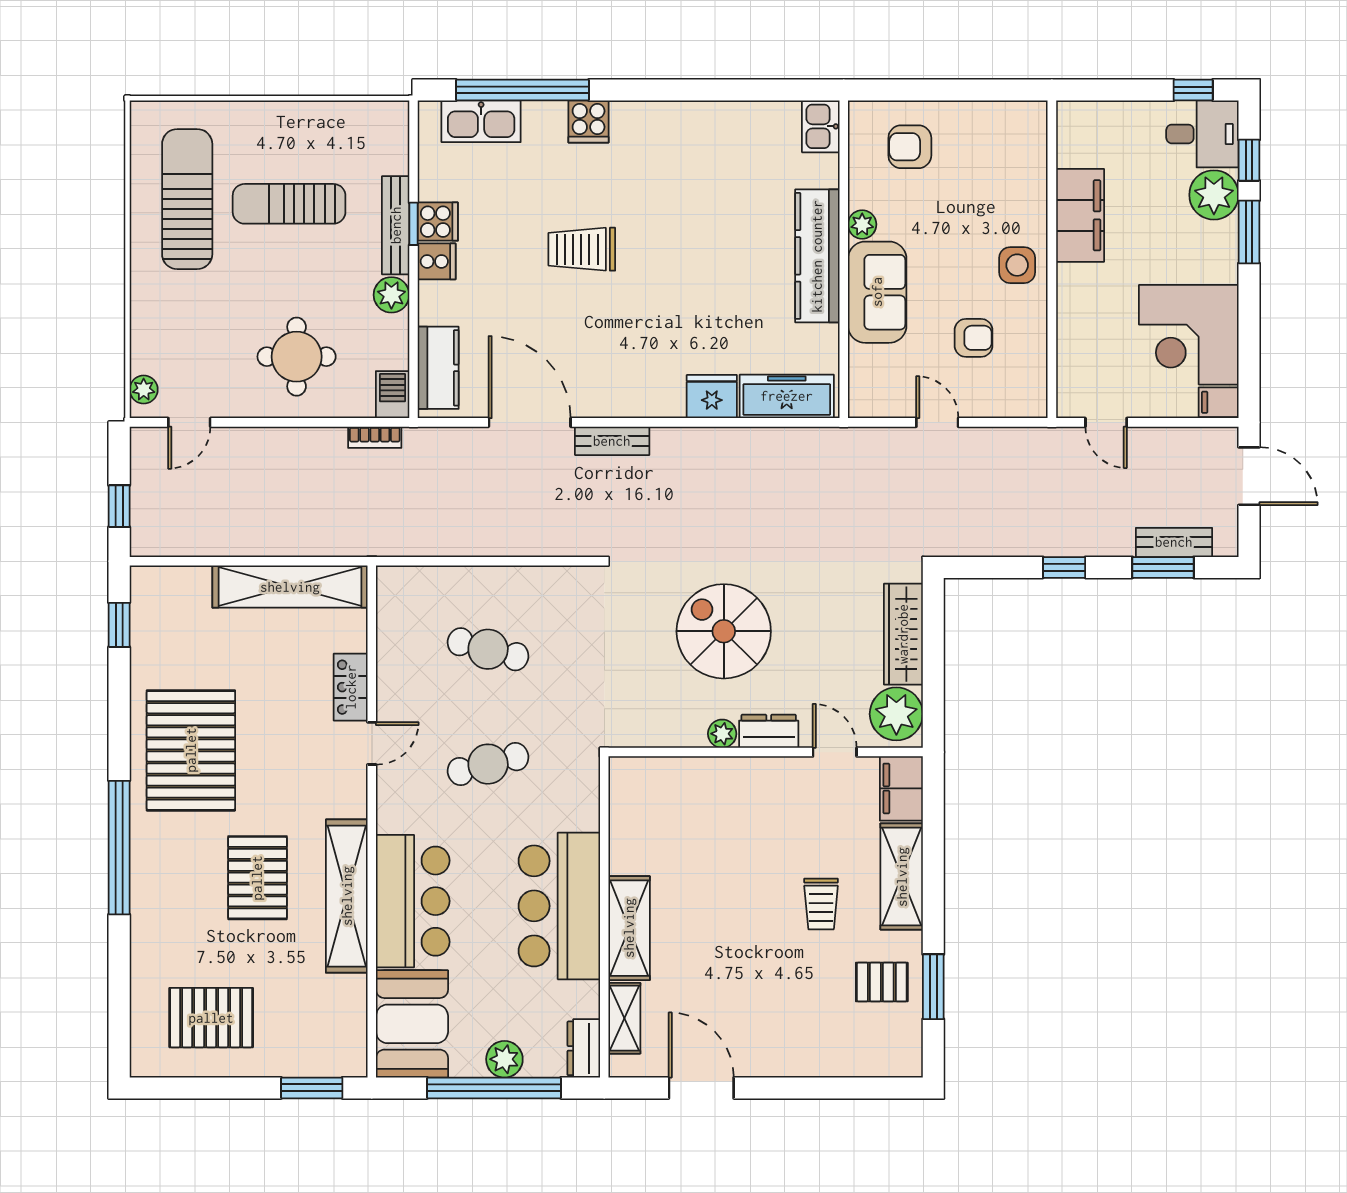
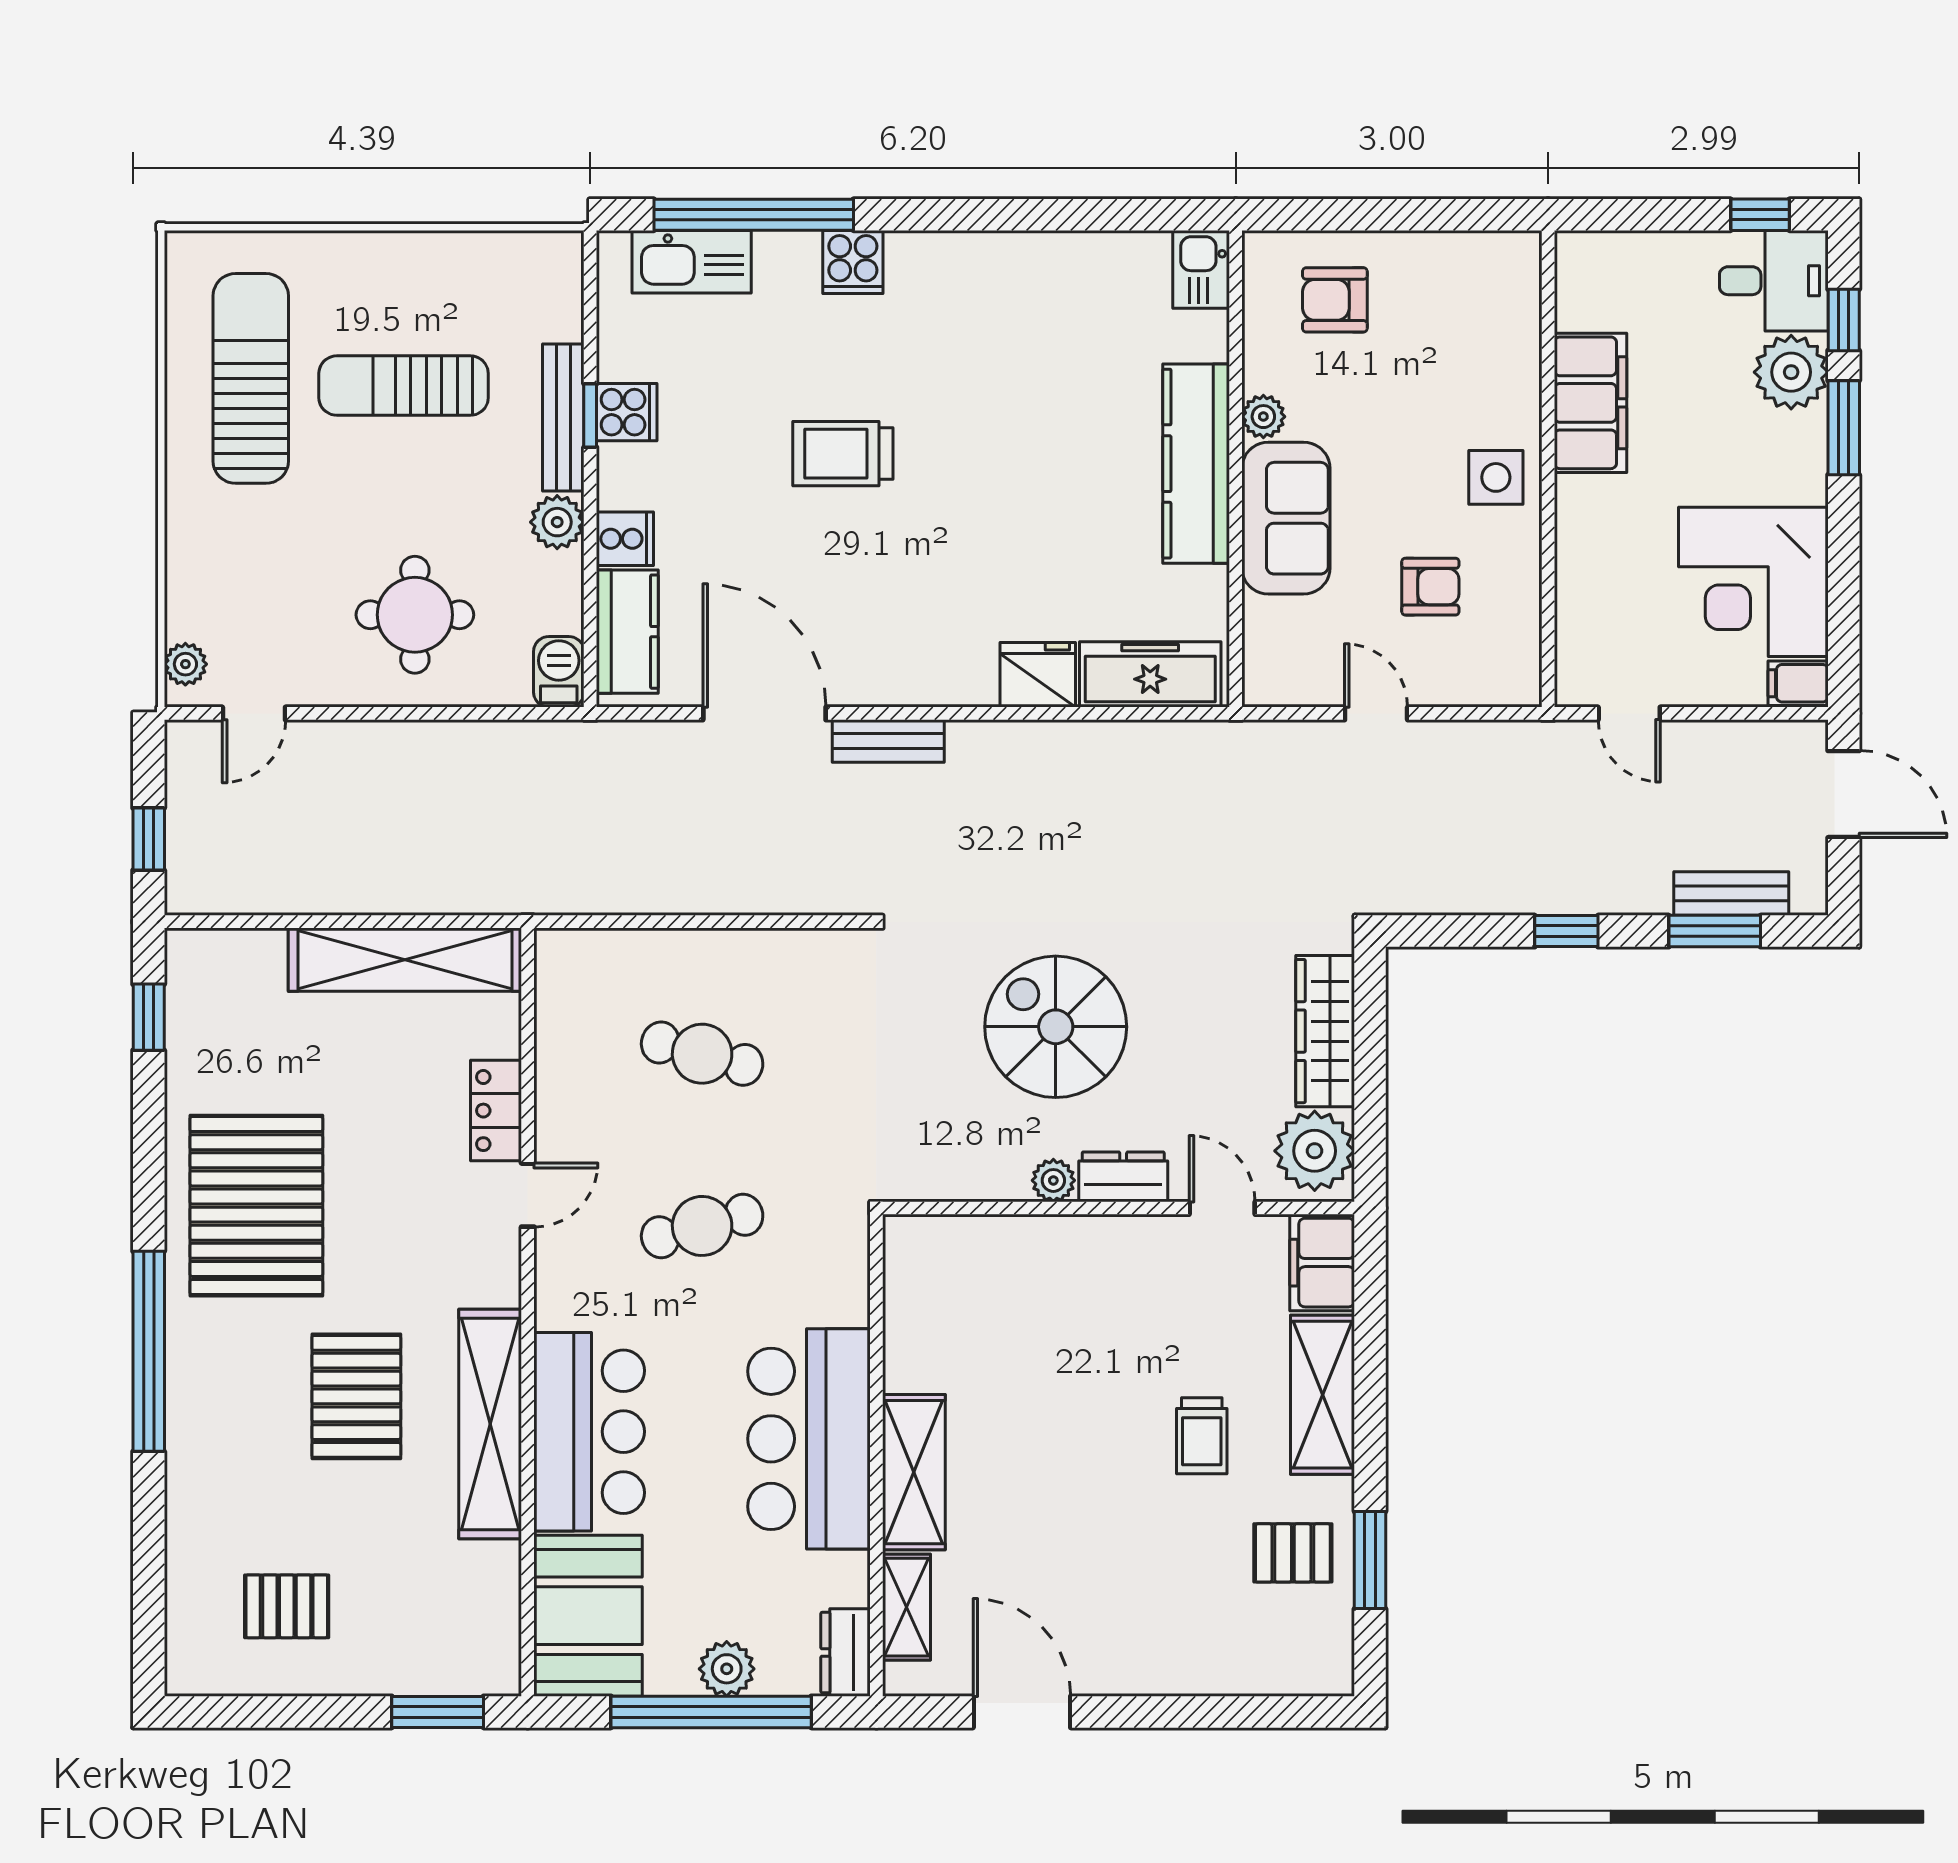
cooker: (437, 261) -> (625, 539), moved
bookcase: (375, 437) -> (532, 736), removed
pallet: (211, 1018) -> (287, 1606), width x0.67, depth x0.71

